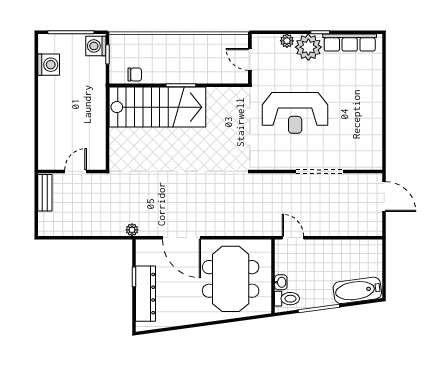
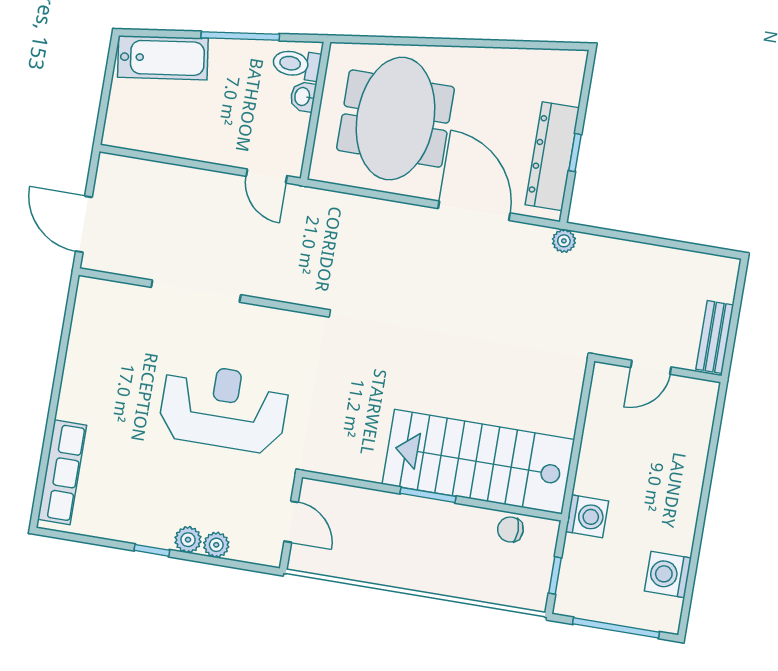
row of seats: (350, 43) -> (62, 472), moved, turned 90
washing machine: (96, 46) -> (587, 516), moved
plant: (308, 47) -> (188, 540), width x0.53, depth x0.53
dresser: (145, 294) -> (552, 156), moved

